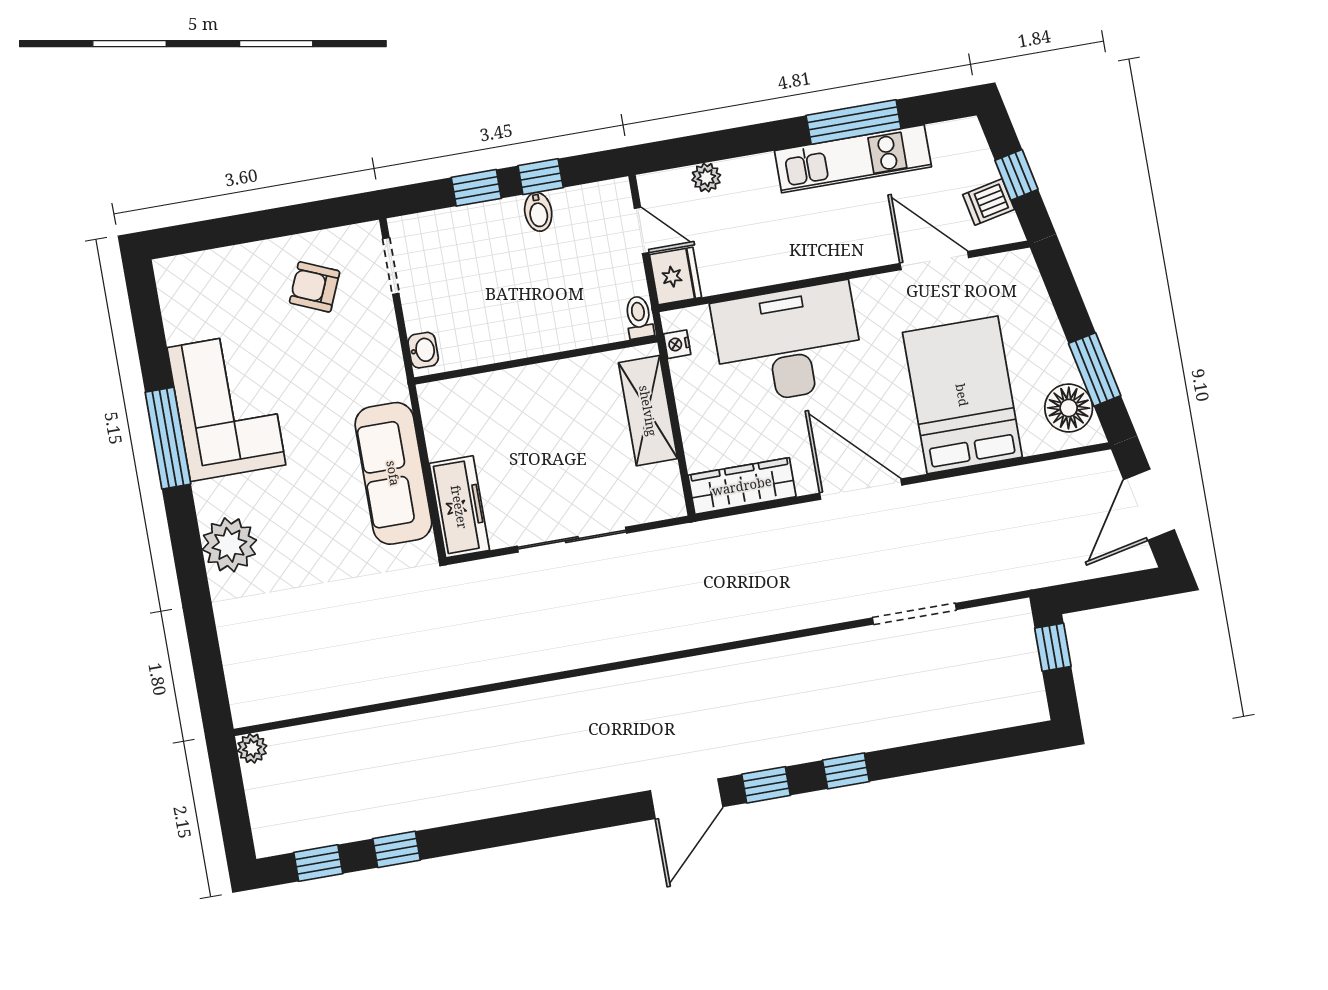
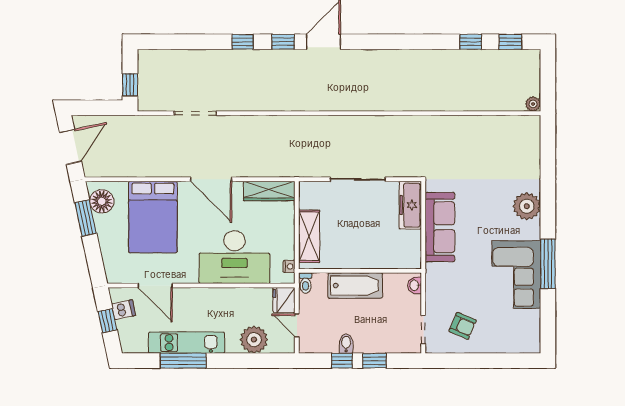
plant: (706, 178) -> (254, 340), width x1.87, depth x1.87
bathtub: (540, 329) -> (355, 286), added

